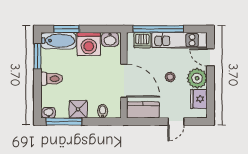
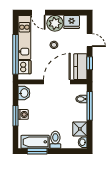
window: (67, 29) -> (16, 116), moved
bathtub: (58, 41) -> (35, 142), moved, turned -90
washing machine: (89, 44) -> (23, 114), width x0.53, depth x0.53
door: (210, 57) -> (38, 13), hinge flipped
shower: (78, 109) -> (80, 129), moved
window: (64, 122) -> (90, 106), moved
window: (147, 122) -> (90, 63), added

